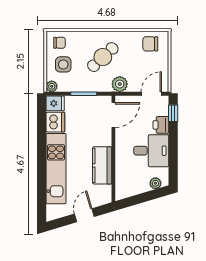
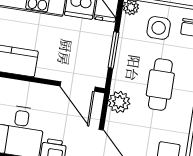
cafe table: (103, 57) -> (160, 84), turned 43

